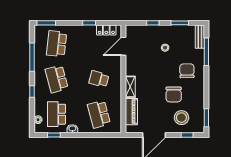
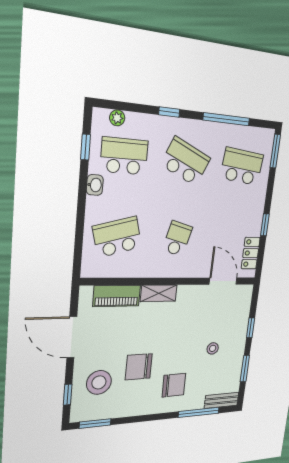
school desk: (57, 79) -> (186, 161), turned 39

